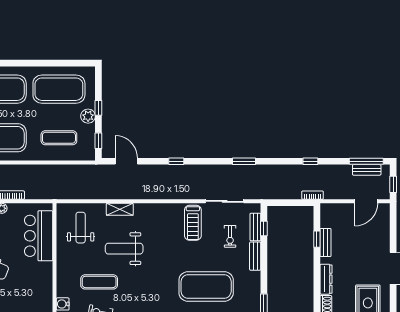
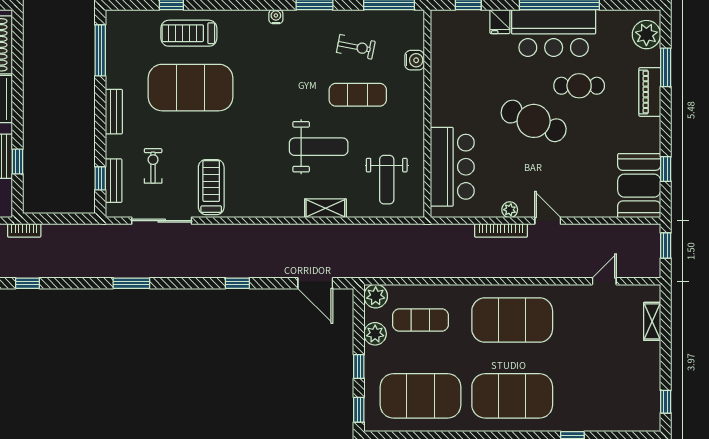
plant: (88, 116) -> (375, 334), moved
window: (98, 141) -> (359, 410), moved
plant: (88, 153) -> (376, 296), added
bench: (255, 256) -> (114, 112), moved

